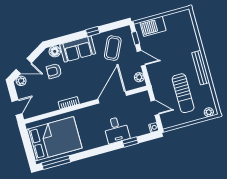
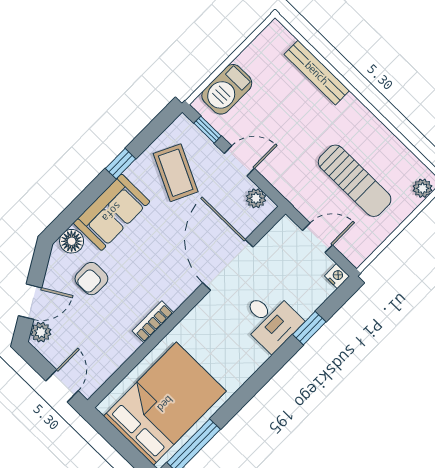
bench: (201, 68) -> (317, 73), moved

